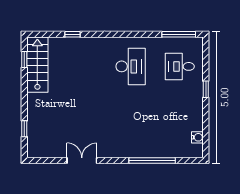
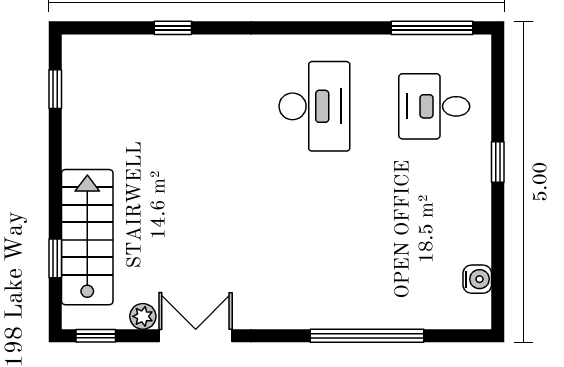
stairs: (37, 65) -> (87, 237), moved
plant: (60, 153) -> (143, 316), added
window: (41, 161) -> (96, 336), added

